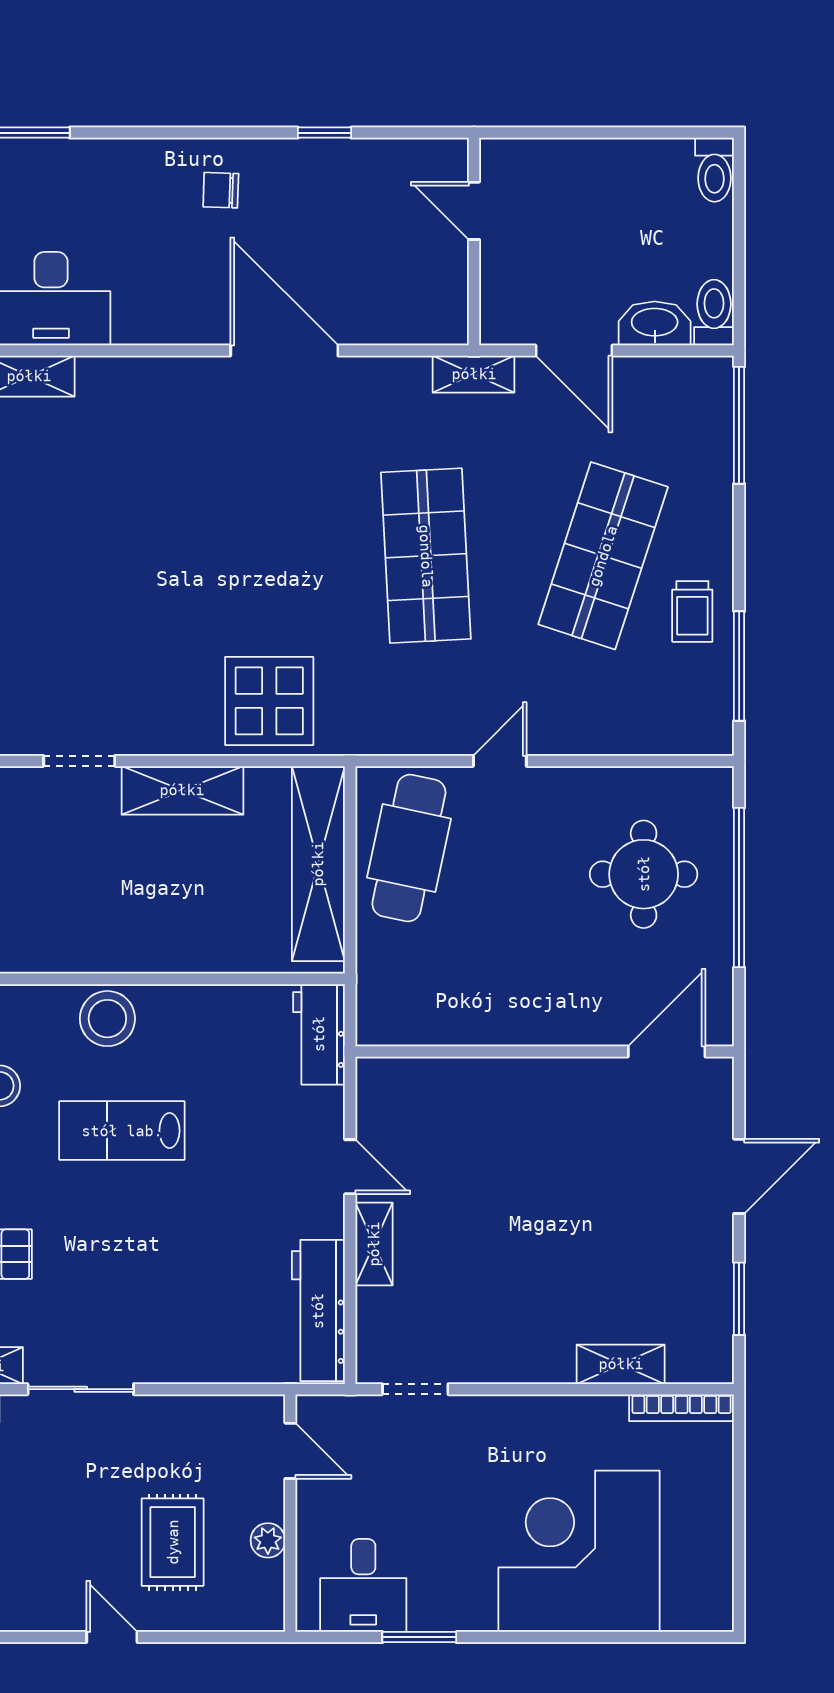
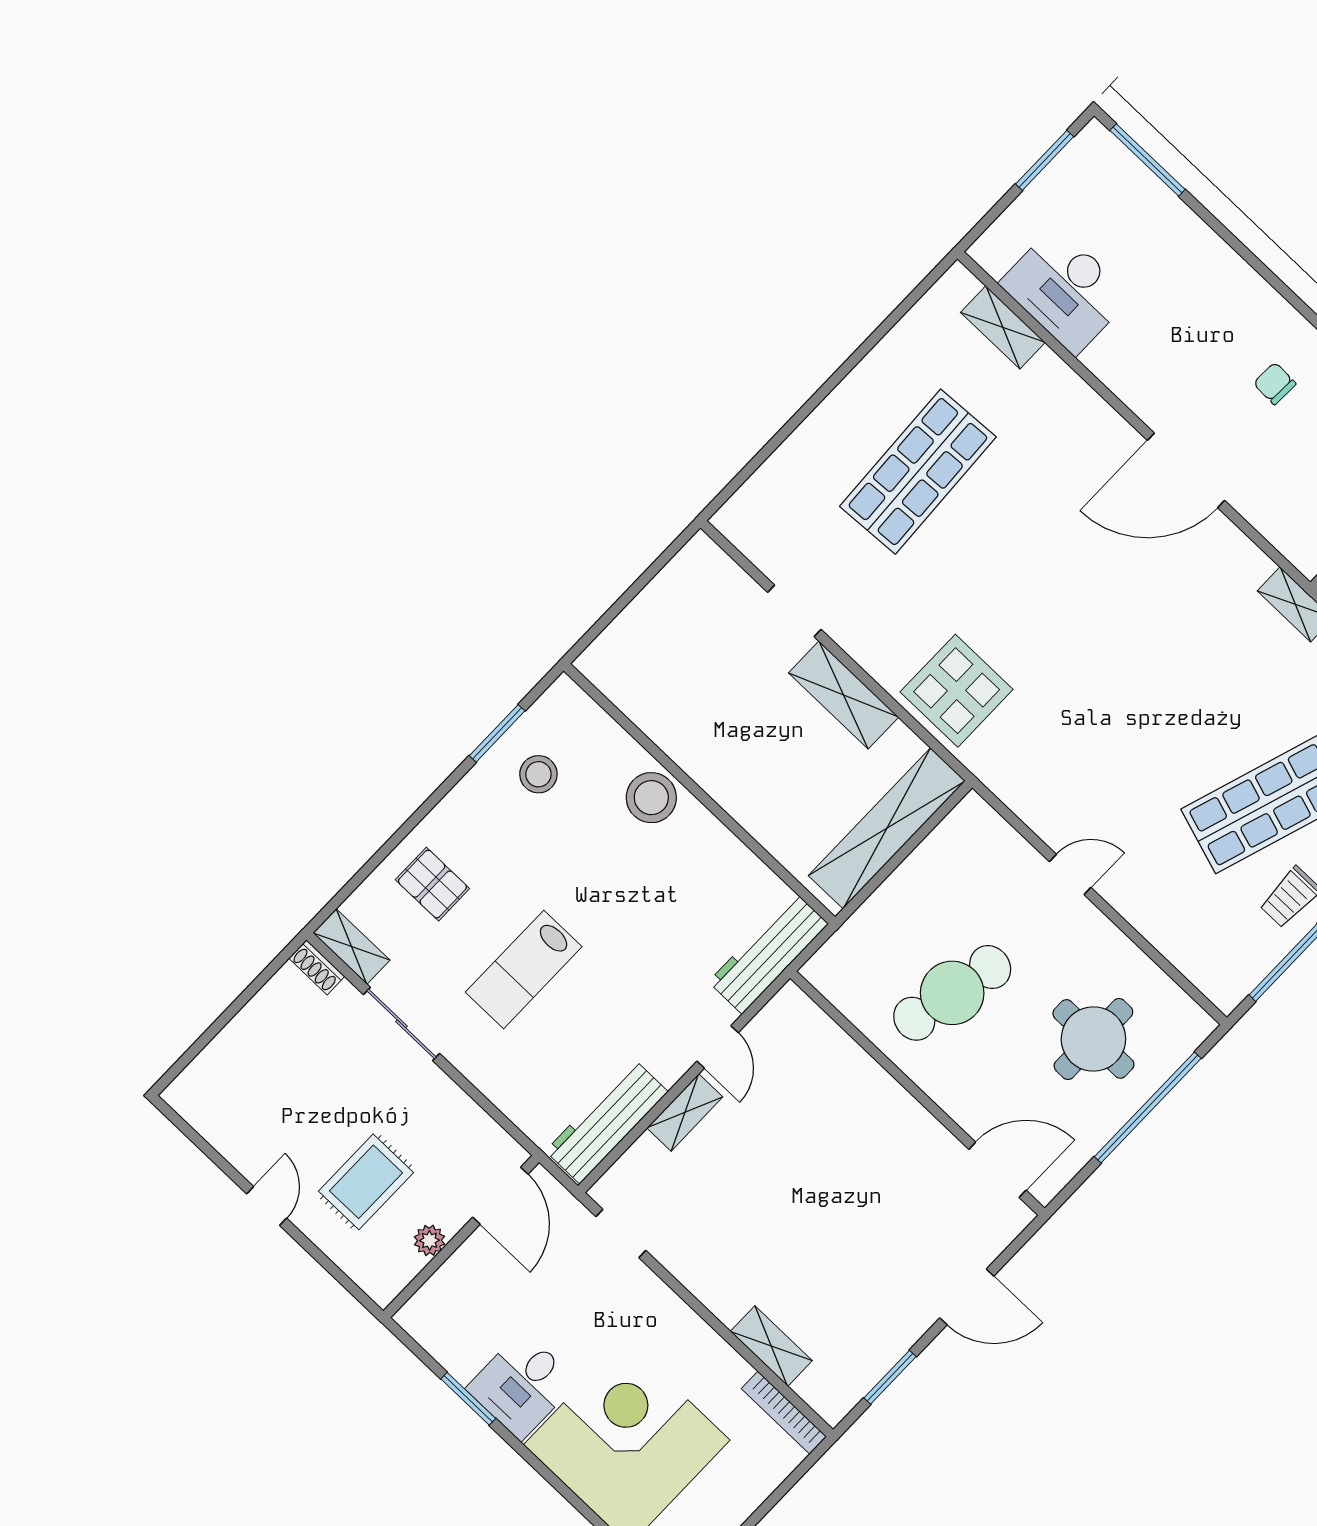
chair: (221, 190) -> (1275, 384), moved
door: (284, 351) -> (1186, 470), swing flipped
shop shelf: (426, 556) -> (918, 472), moved
cafe table: (409, 848) -> (952, 993), moved
workbench: (319, 1034) -> (768, 953), width x1.38
lab bench: (122, 1131) -> (524, 969), moved, turned -90
door: (290, 1451) -> (500, 1196), width x1.38
desk: (363, 1585) -> (522, 1385), moved

